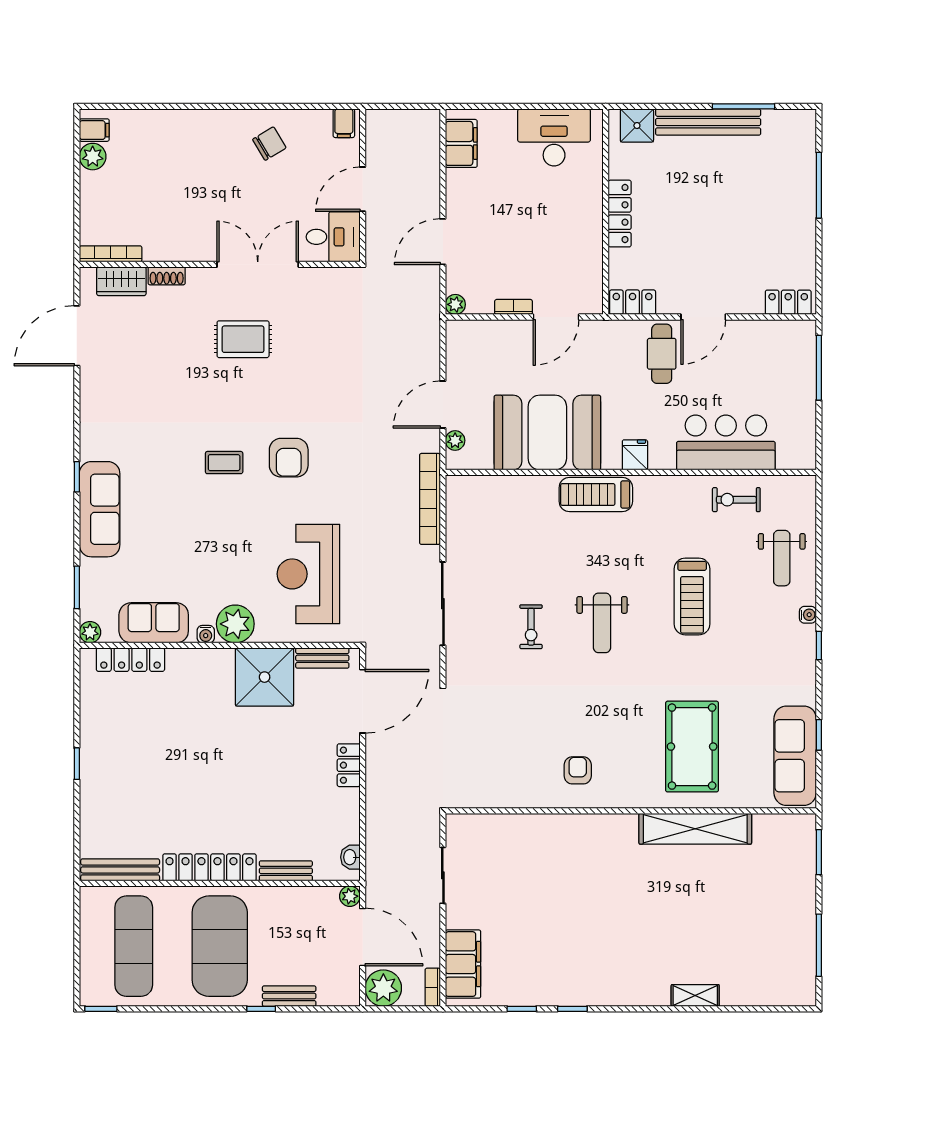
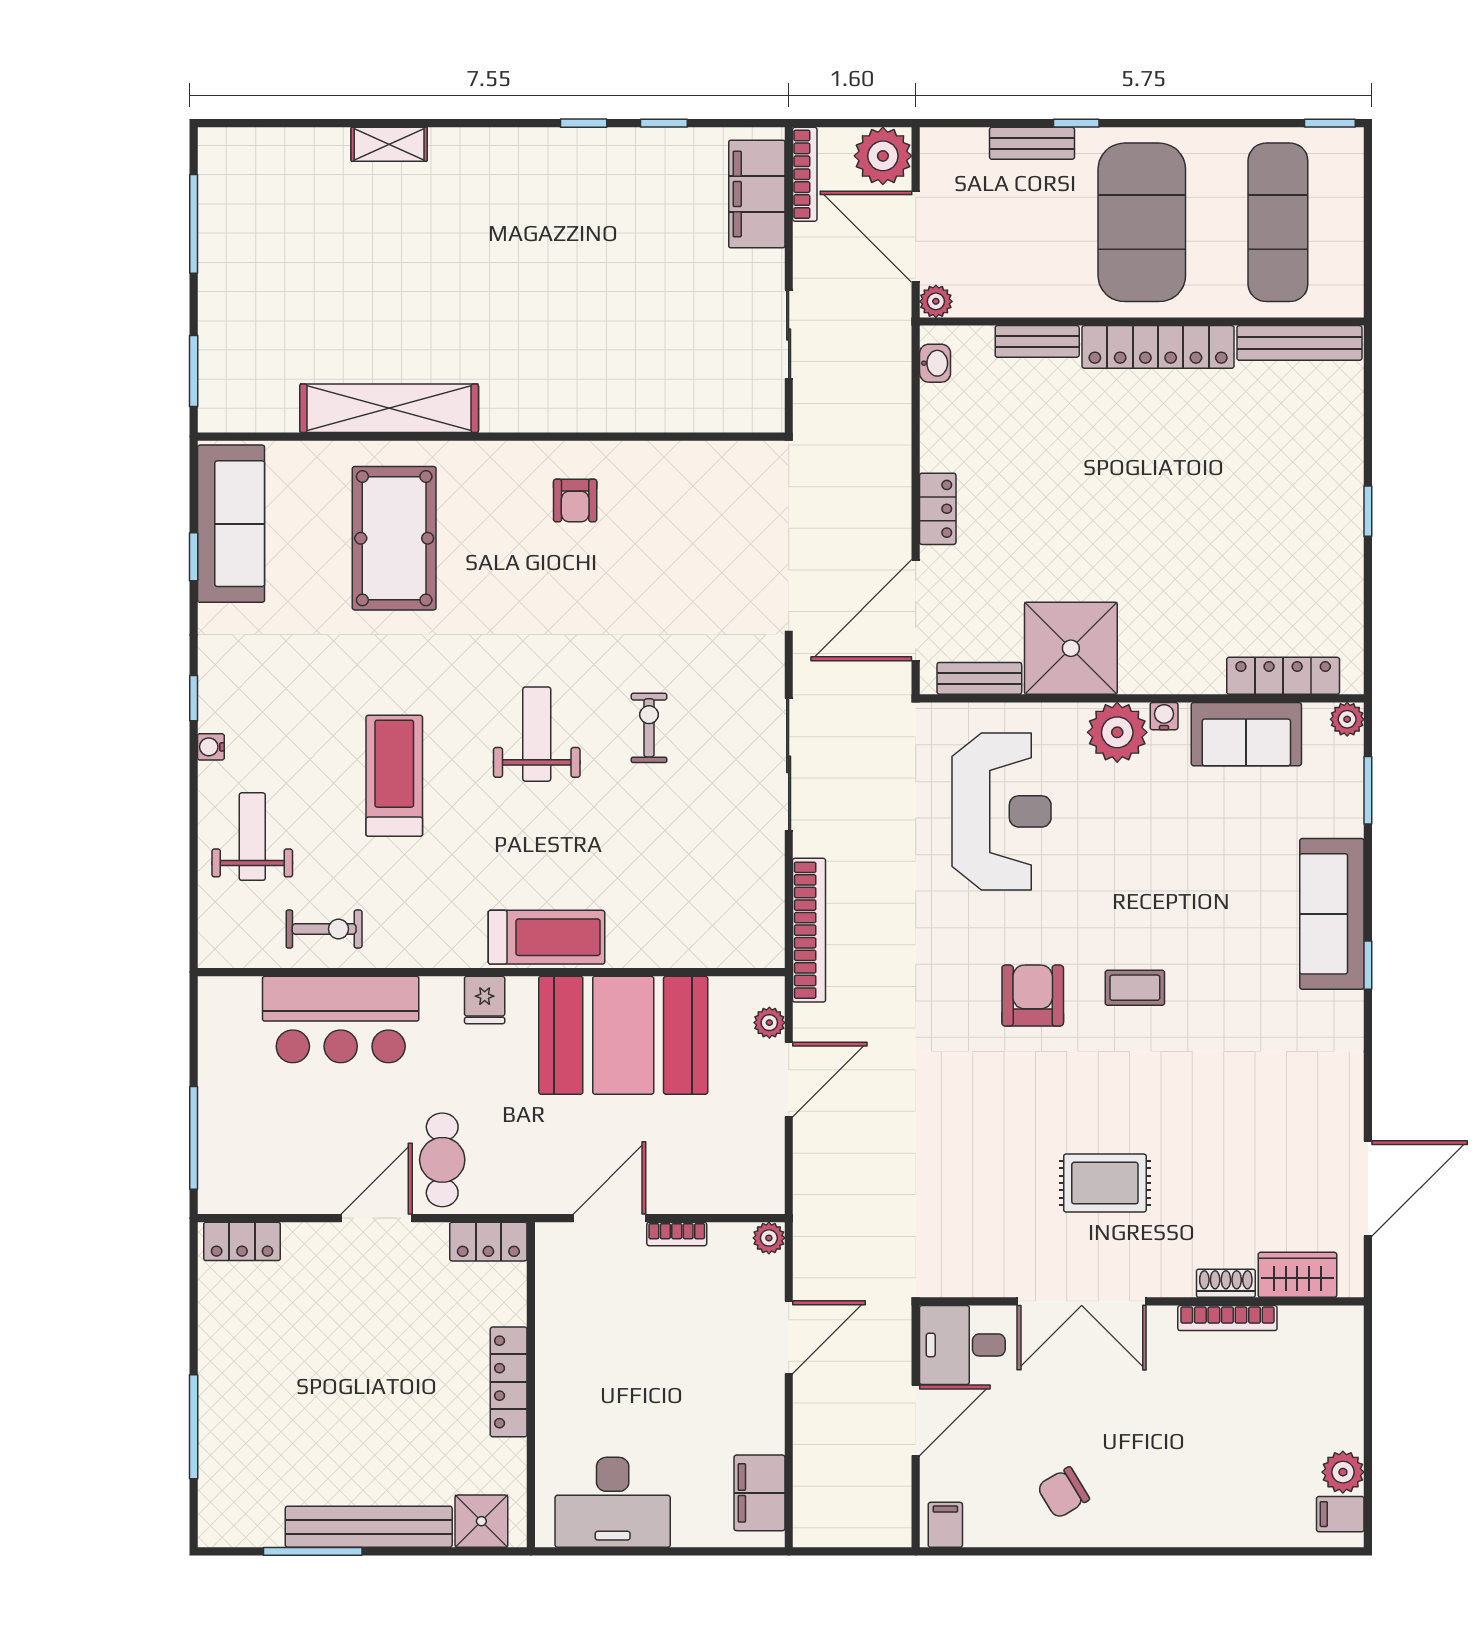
bookcase: (111, 254) -> (1227, 1318), moved
bookcase: (433, 987) -> (805, 174), width x1.56

